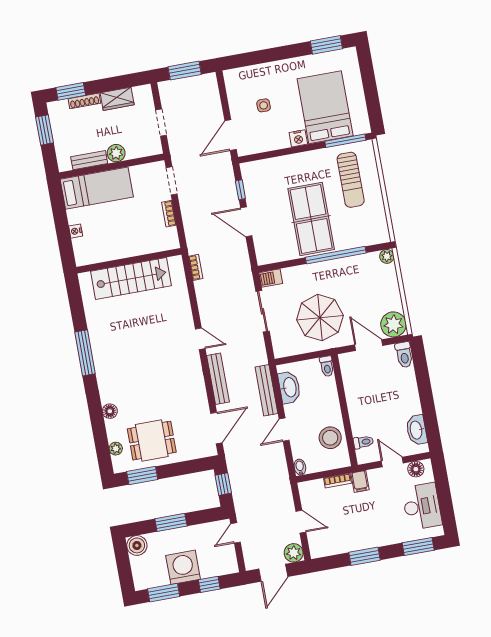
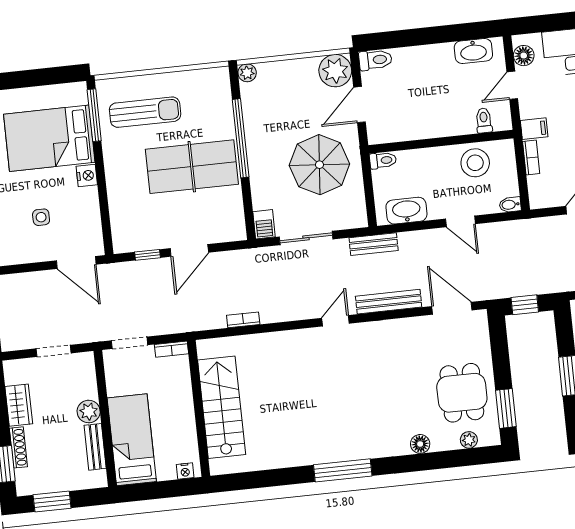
wall: (129, 261) -> (199, 408), moved
stairs: (131, 279) -> (222, 407), moved
bench: (266, 390) -> (374, 244), moved, width x0.73

